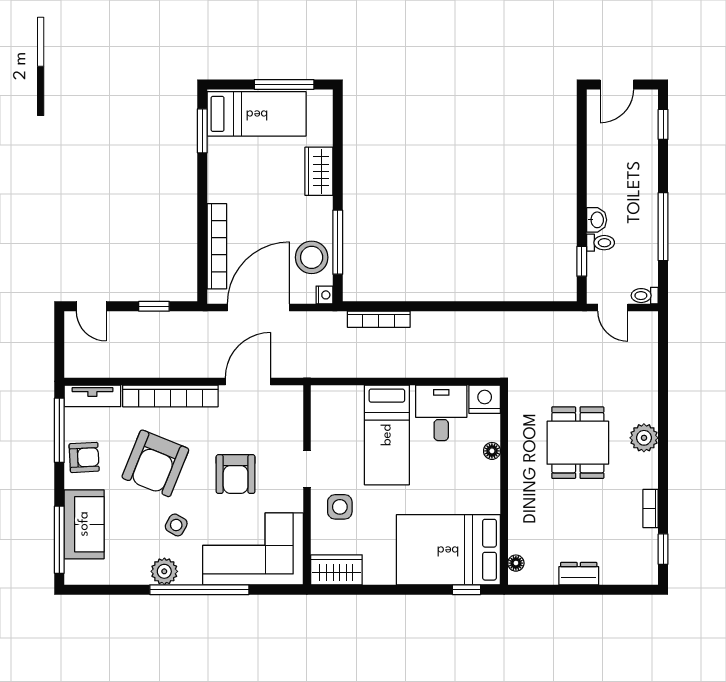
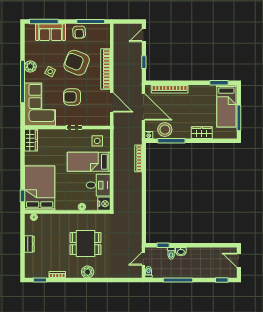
tv unit: (92, 396) -> (105, 36), removed
side table: (340, 507) -> (97, 141), moved

